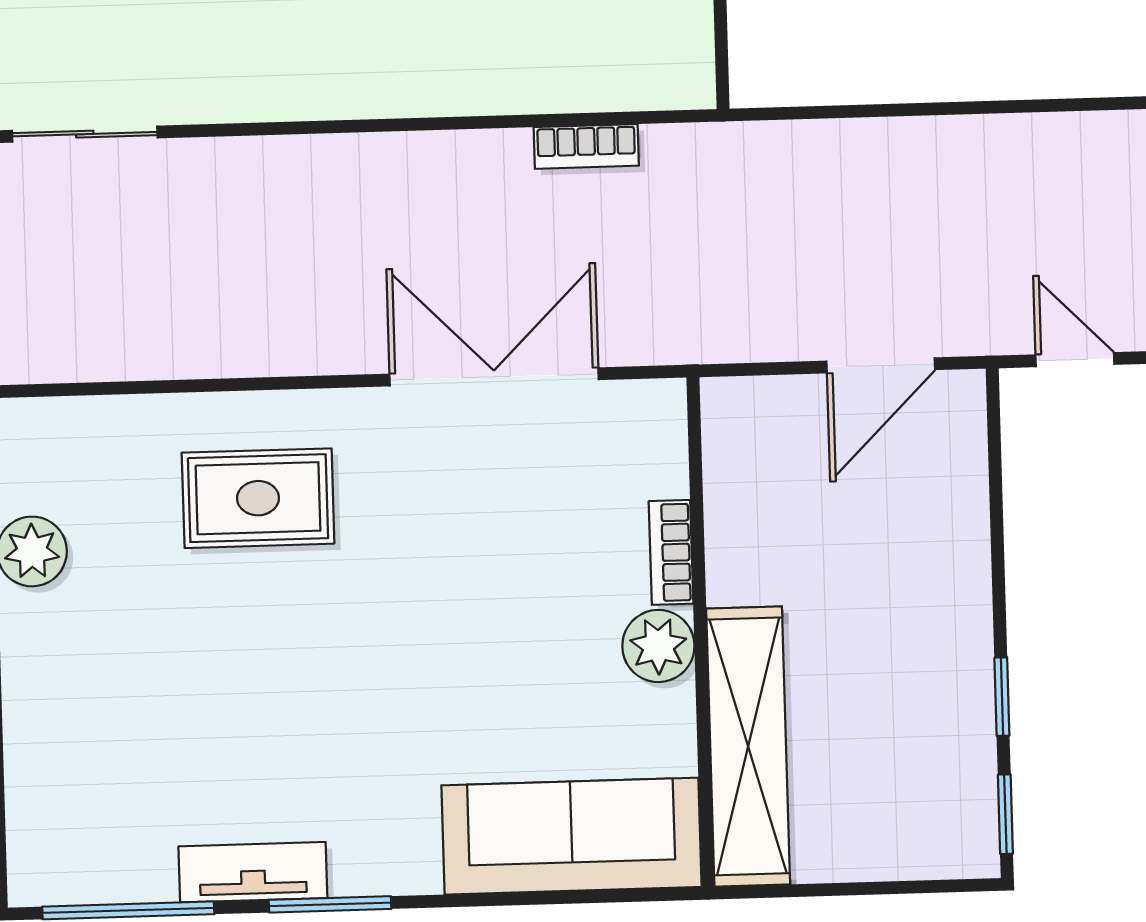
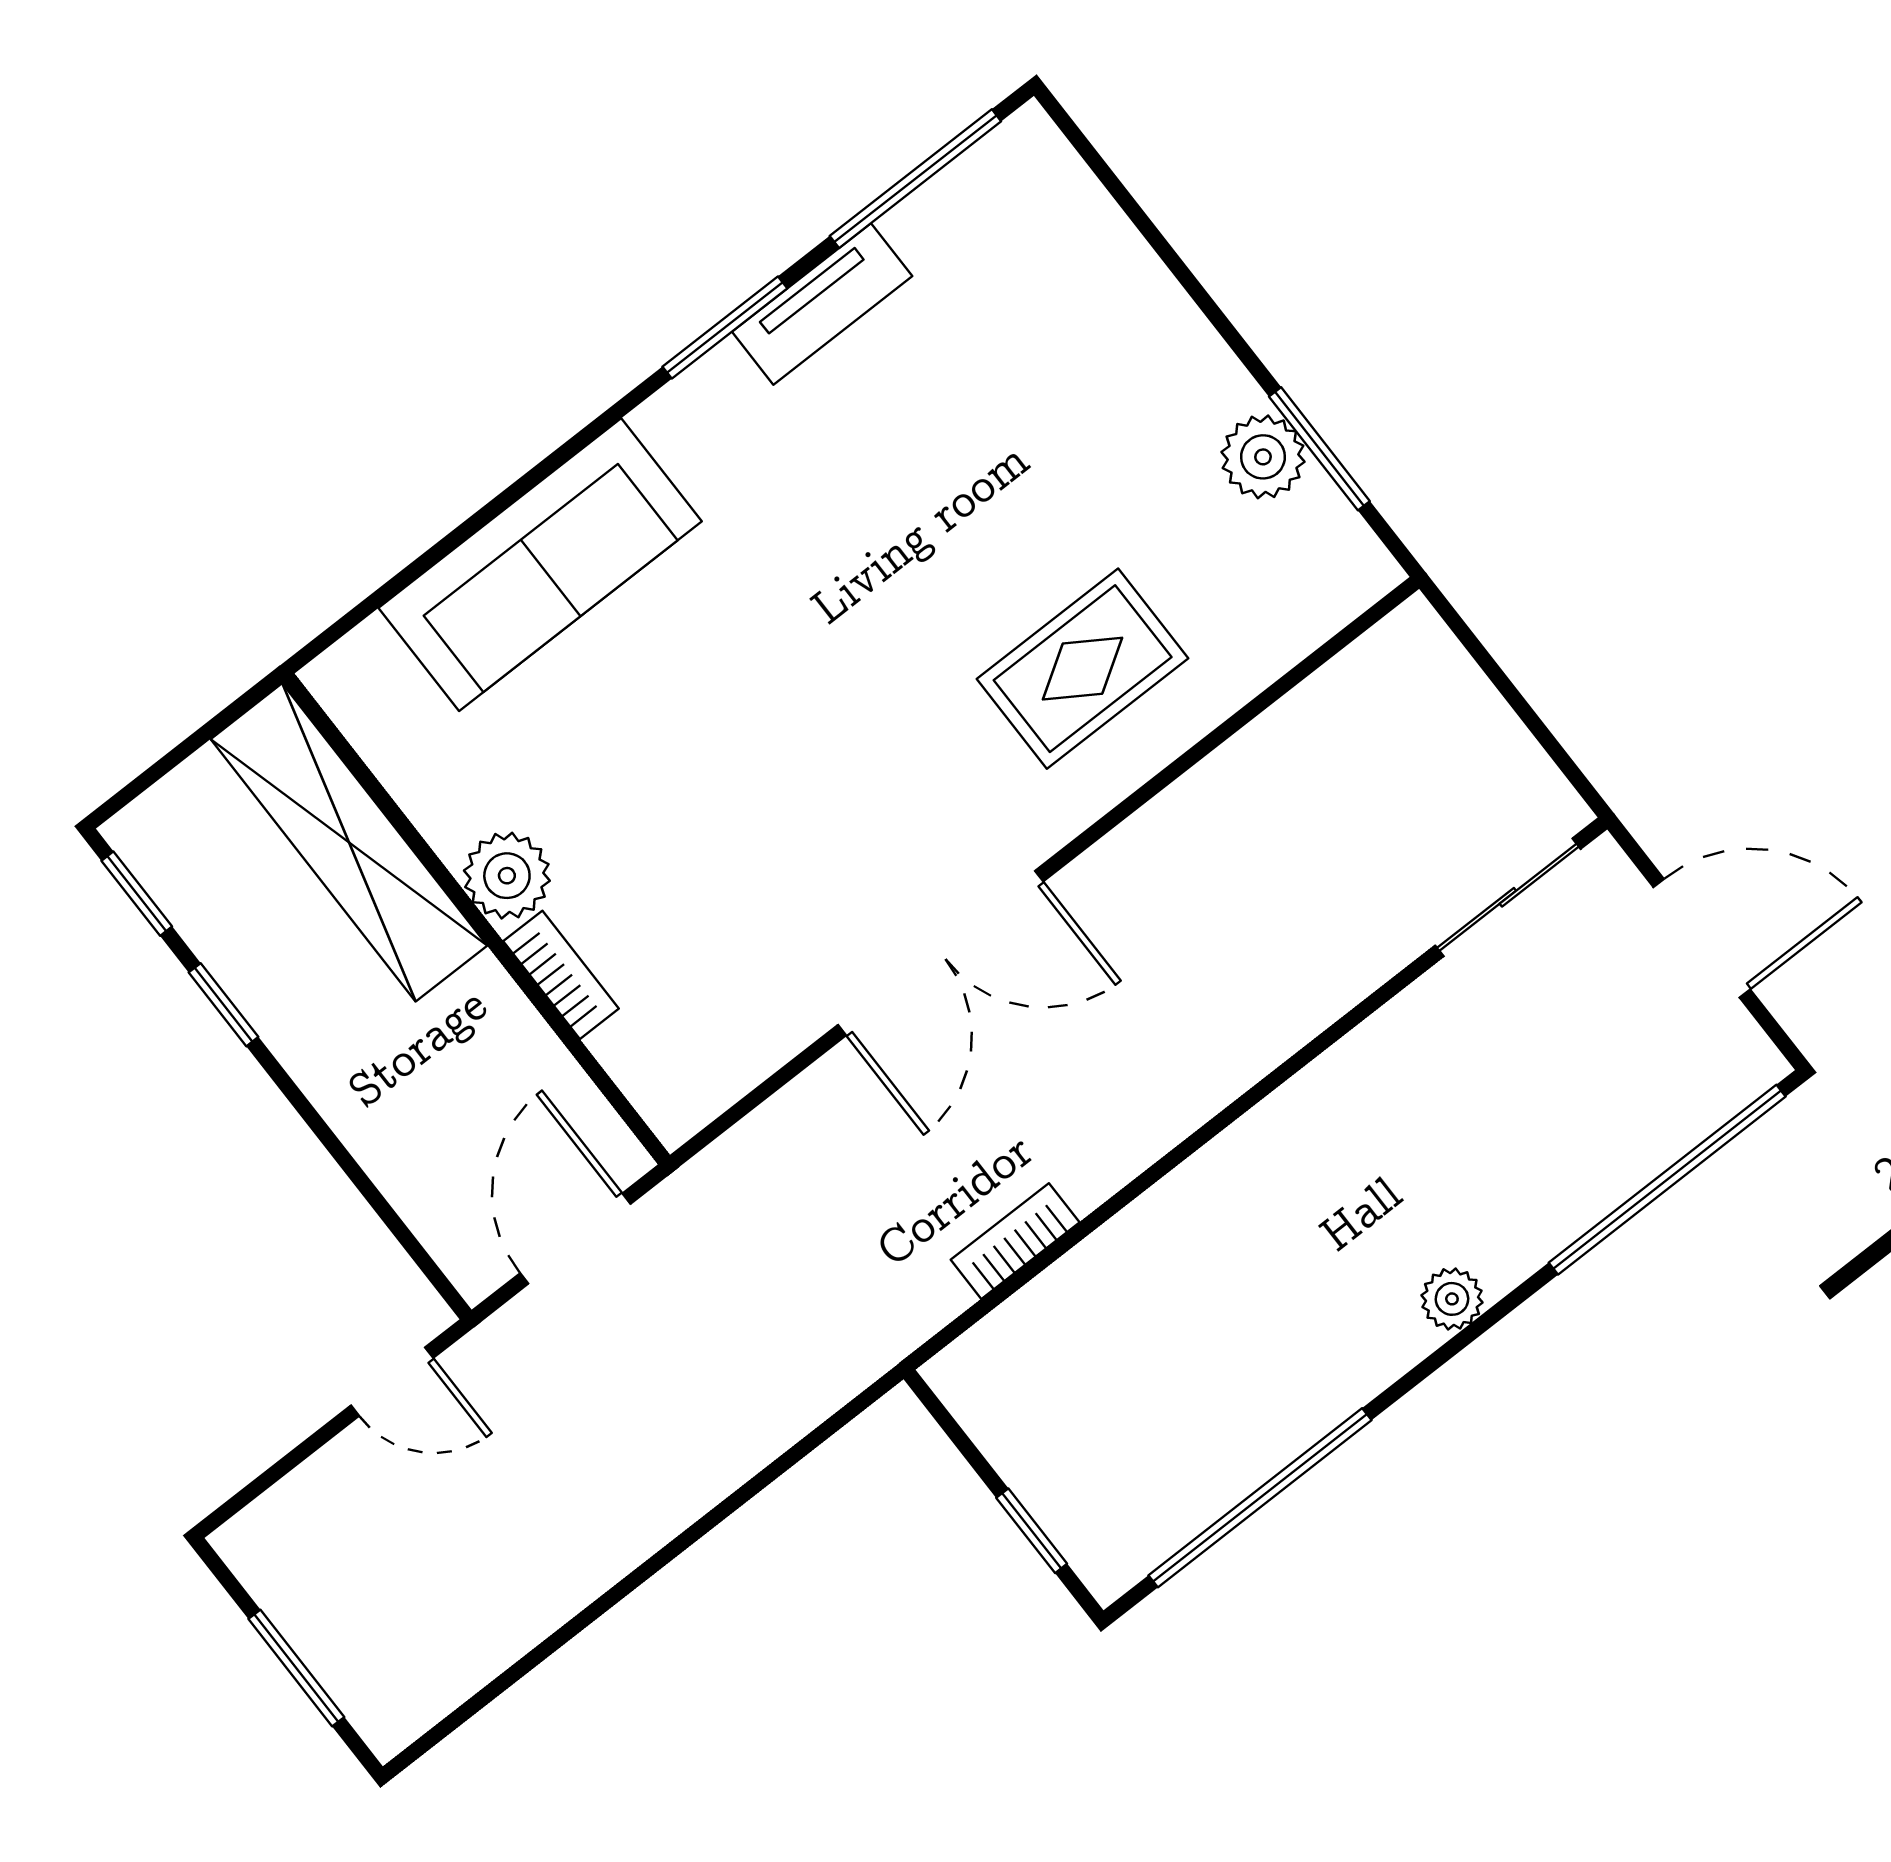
bookcase: (671, 552) -> (561, 975), moved
wall: (700, 632) -> (476, 919), moved
plant: (658, 646) -> (507, 876), moved
shelving: (748, 746) -> (349, 842), moved

